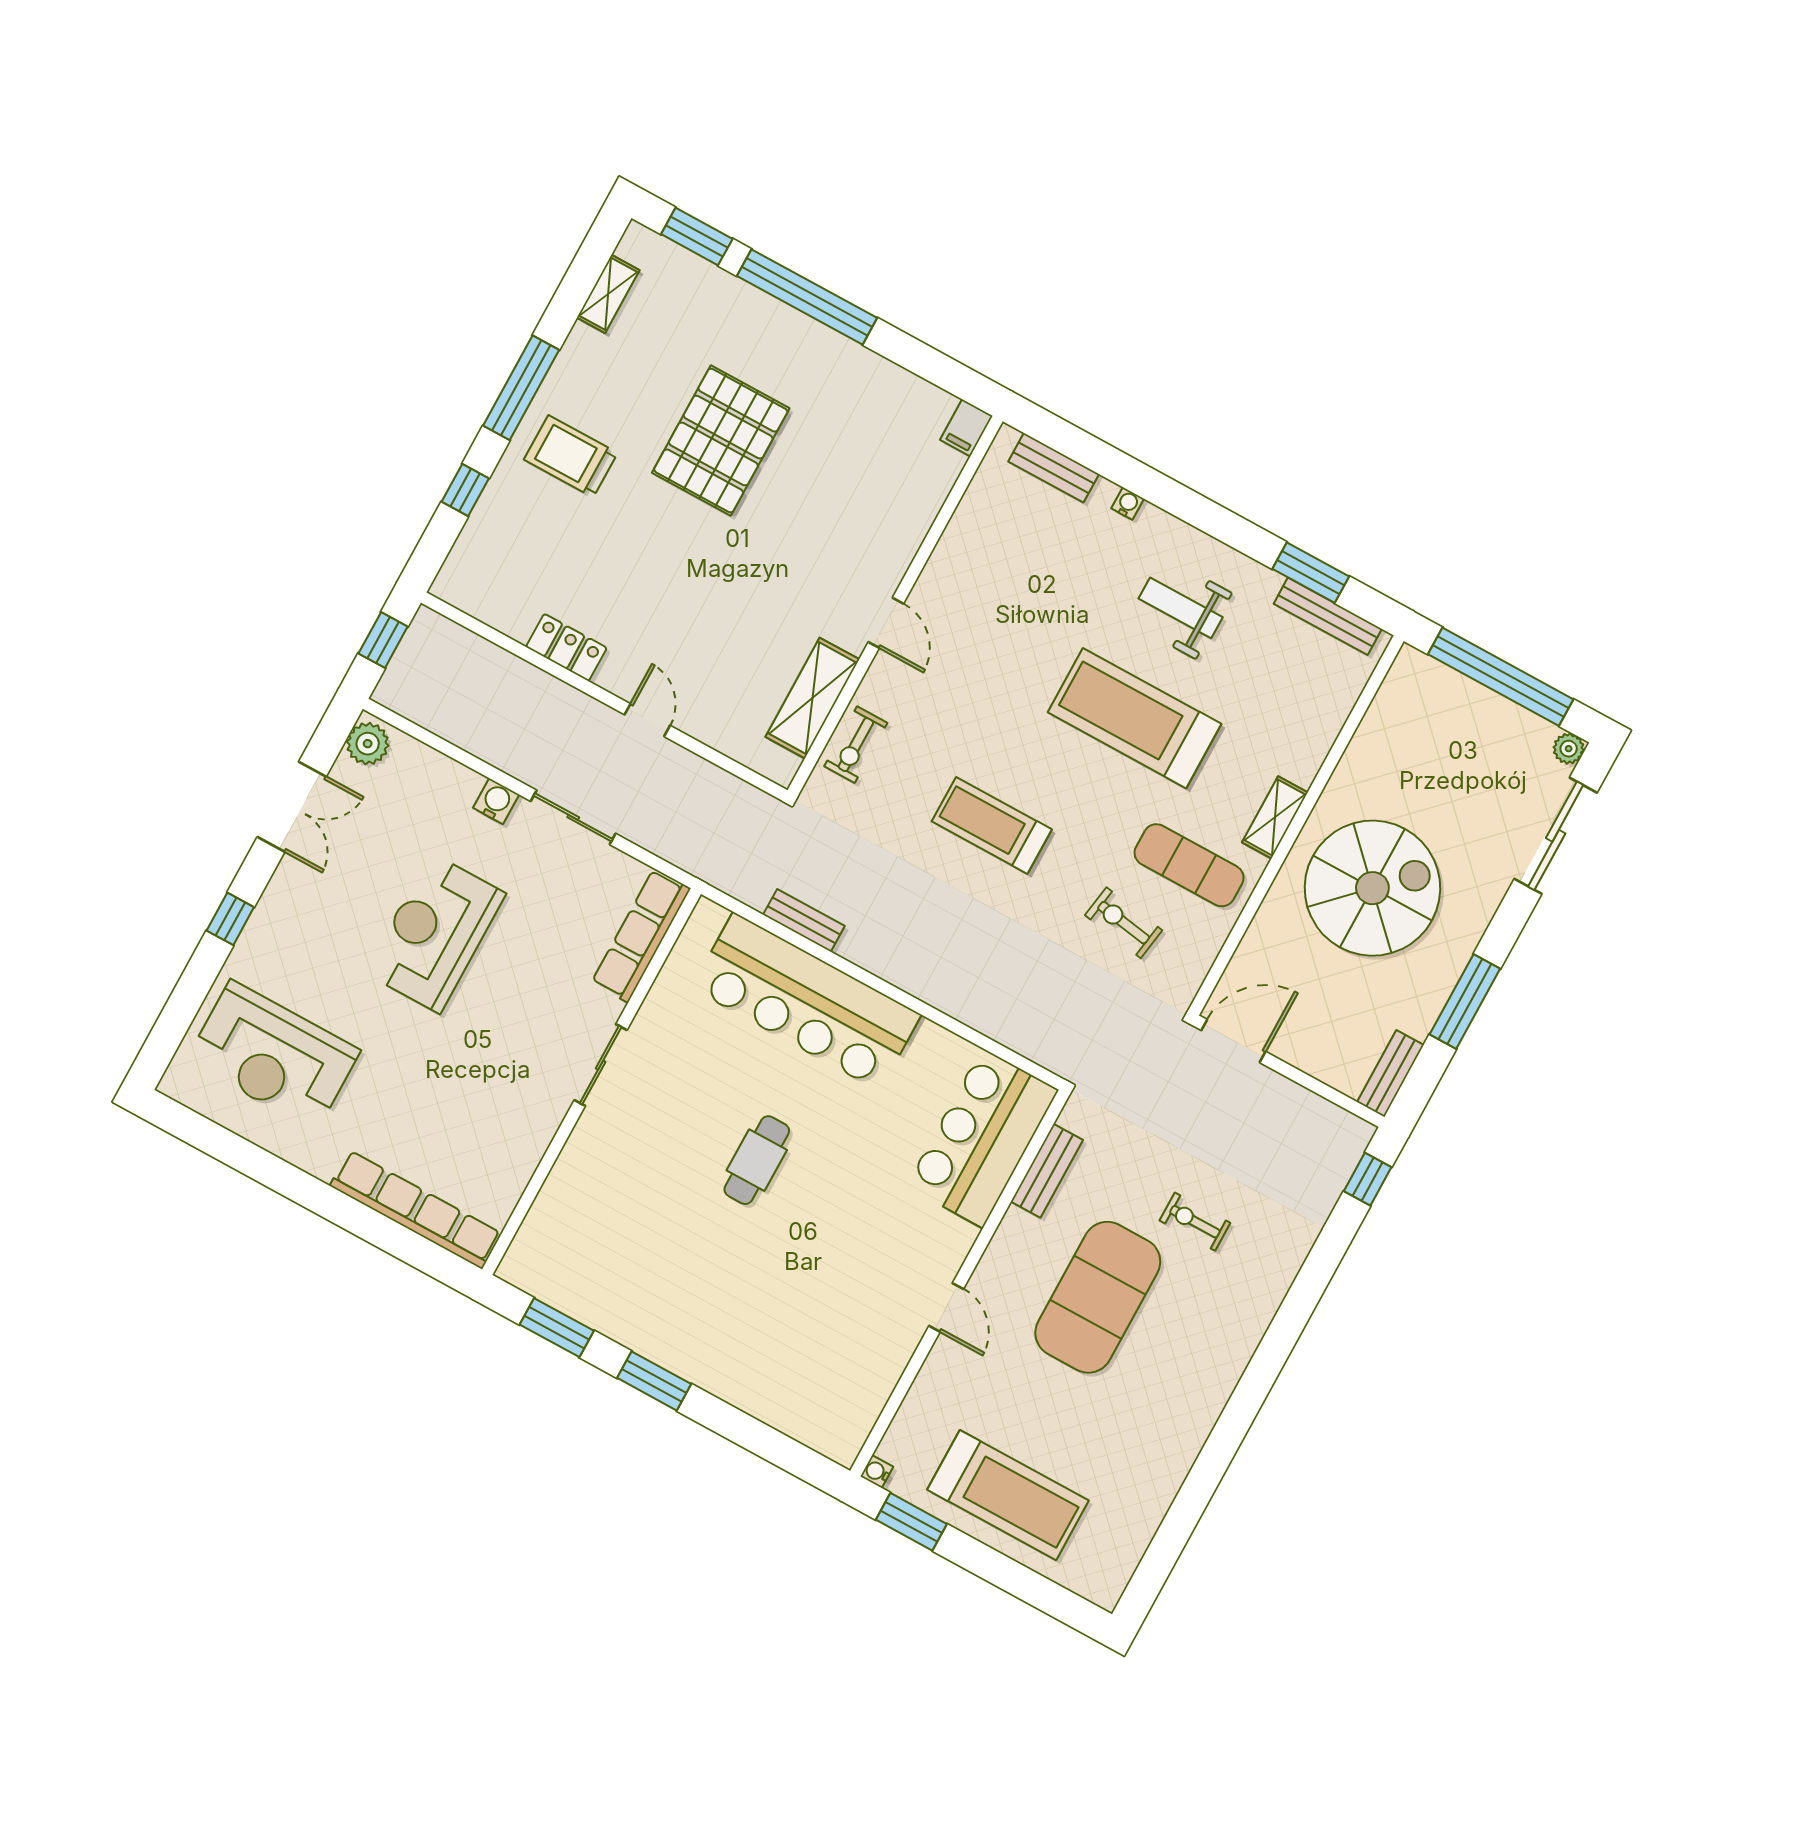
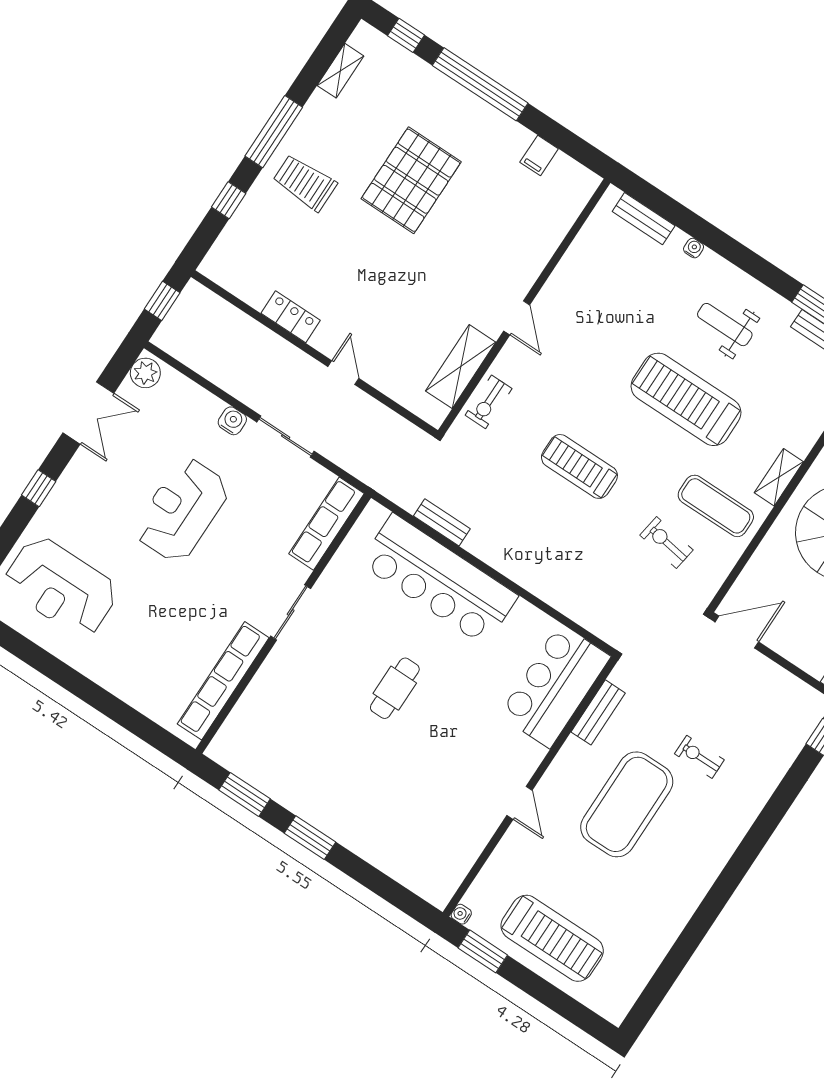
window: (697, 237) -> (406, 35), width x0.67
filing cabinet: (966, 428) -> (539, 156), moved
row of seats: (416, 1210) -> (223, 681), moved, turned -90

